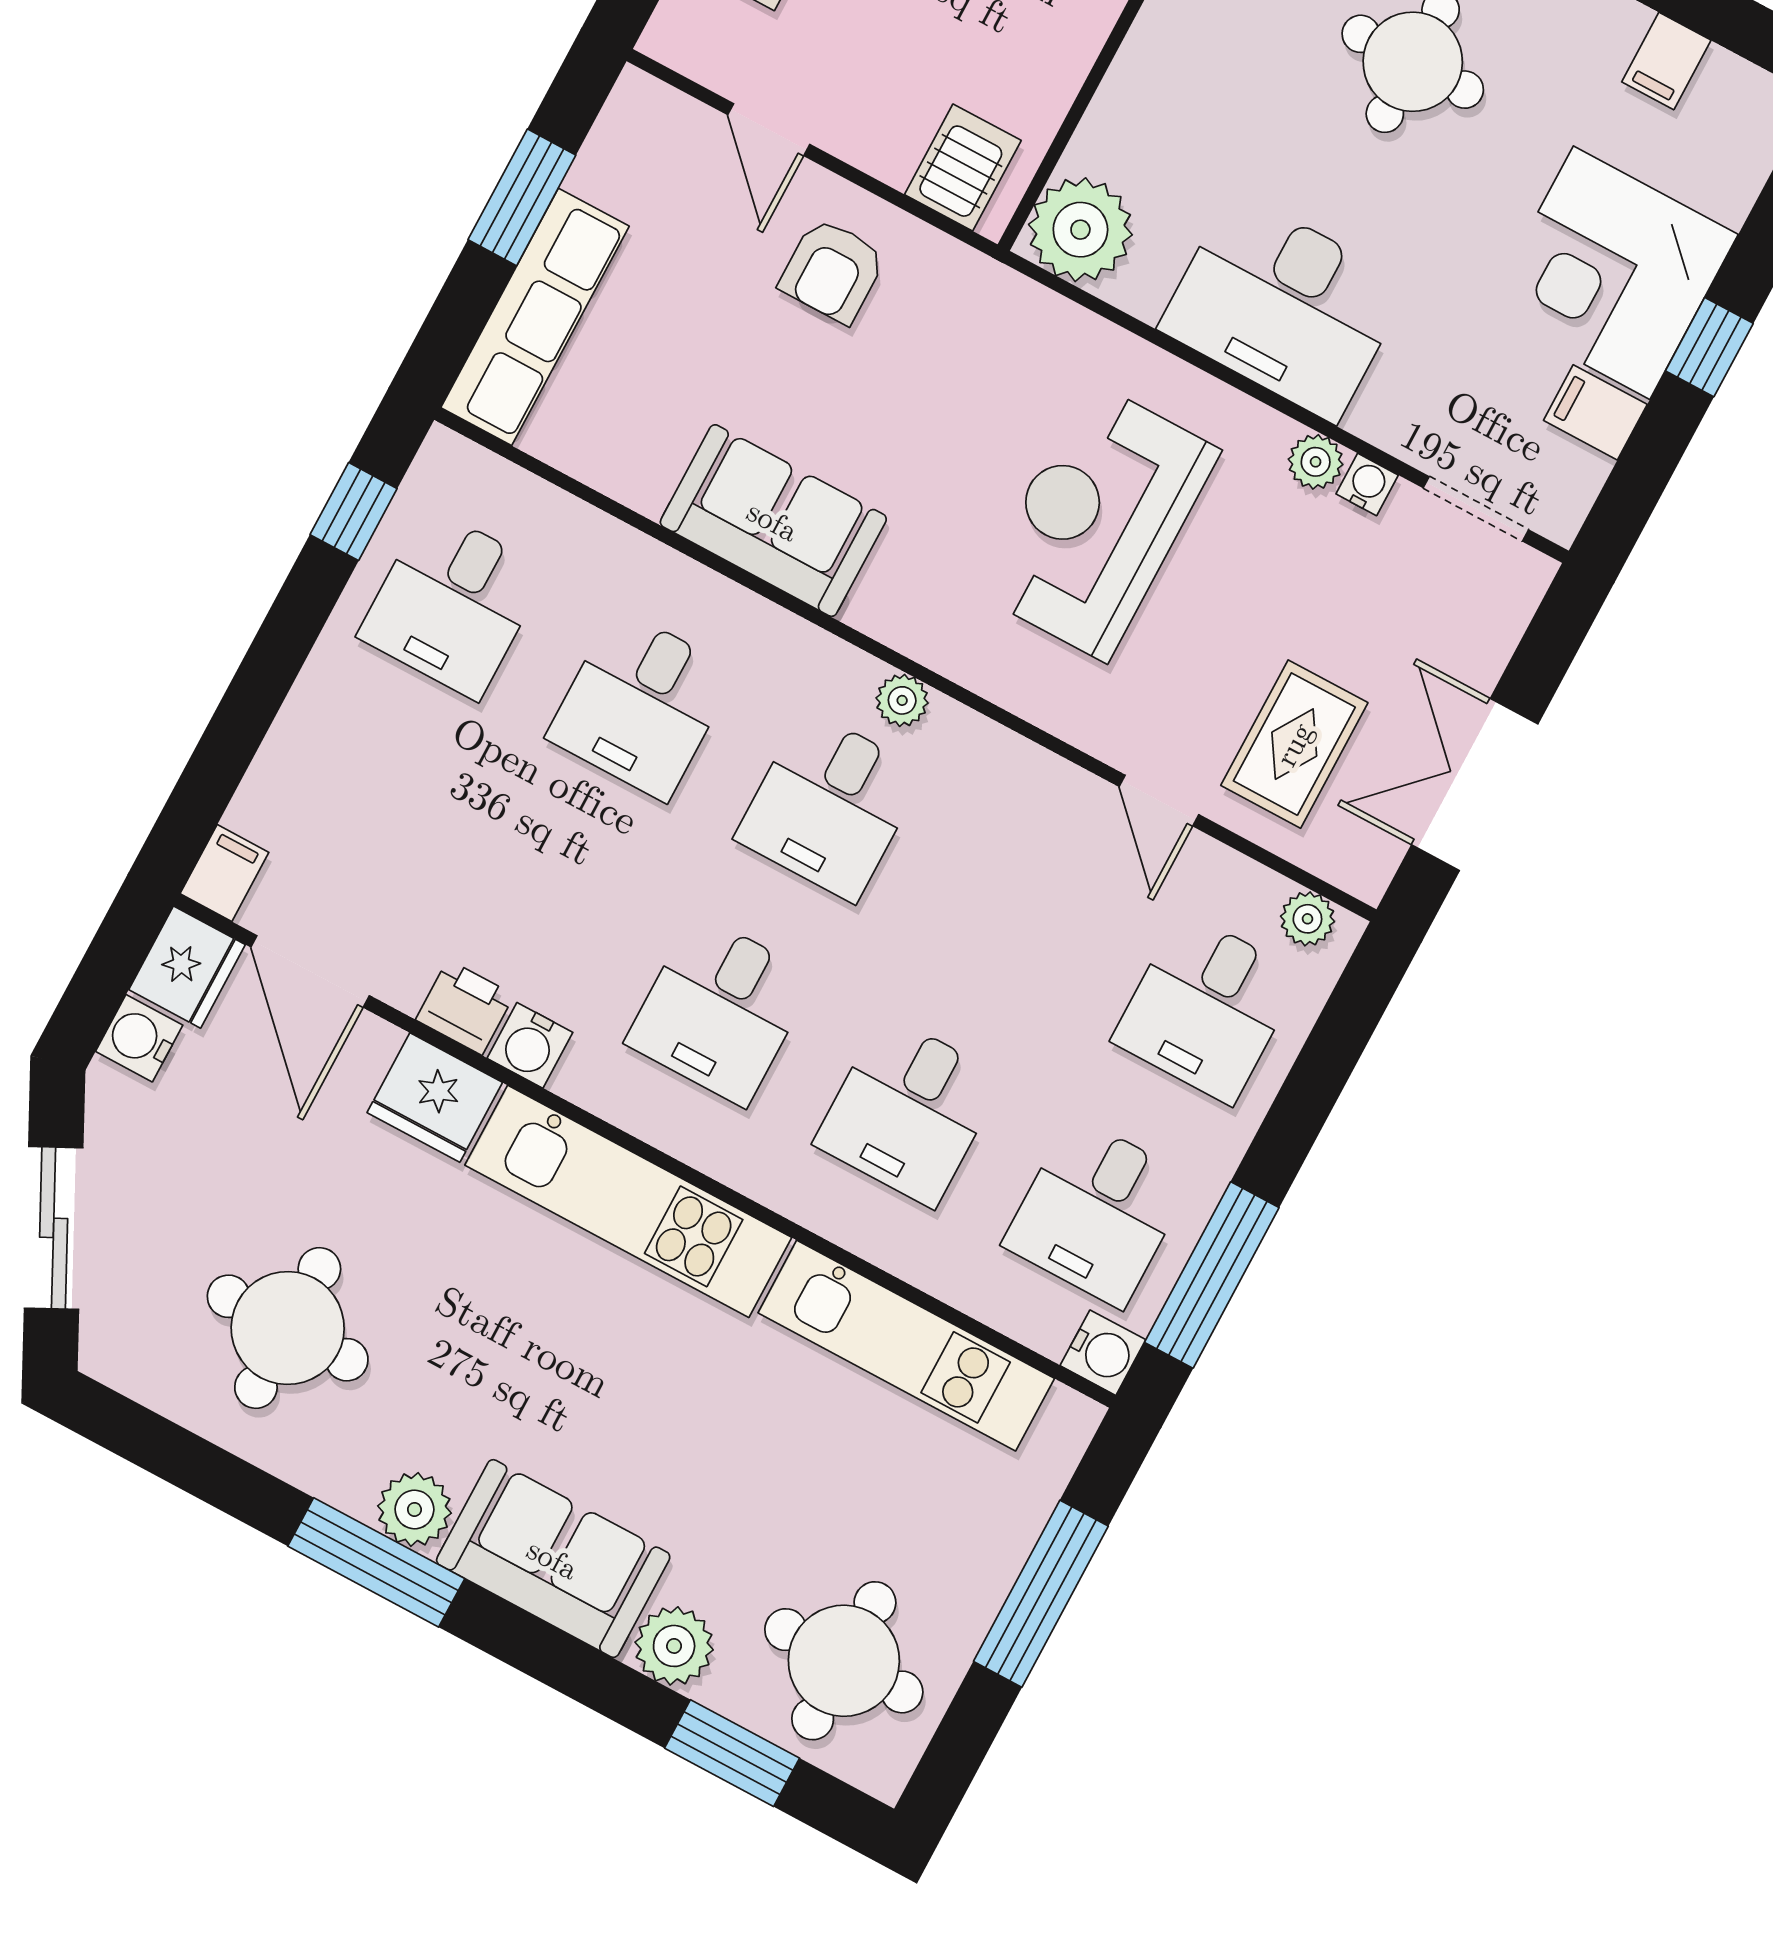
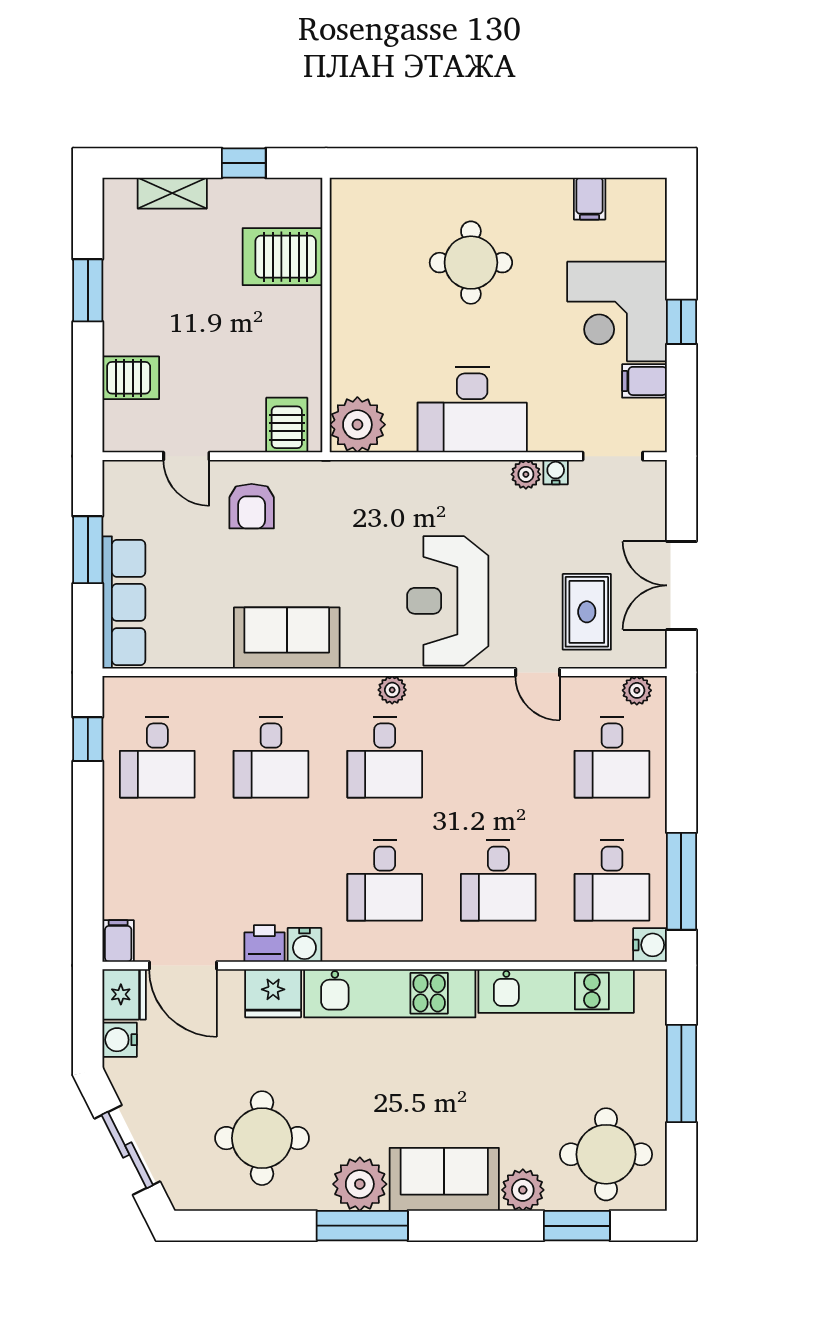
reception desk: (1098, 521) -> (448, 601), moved
plant: (414, 1509) -> (360, 1184), width x1.36, depth x1.36

